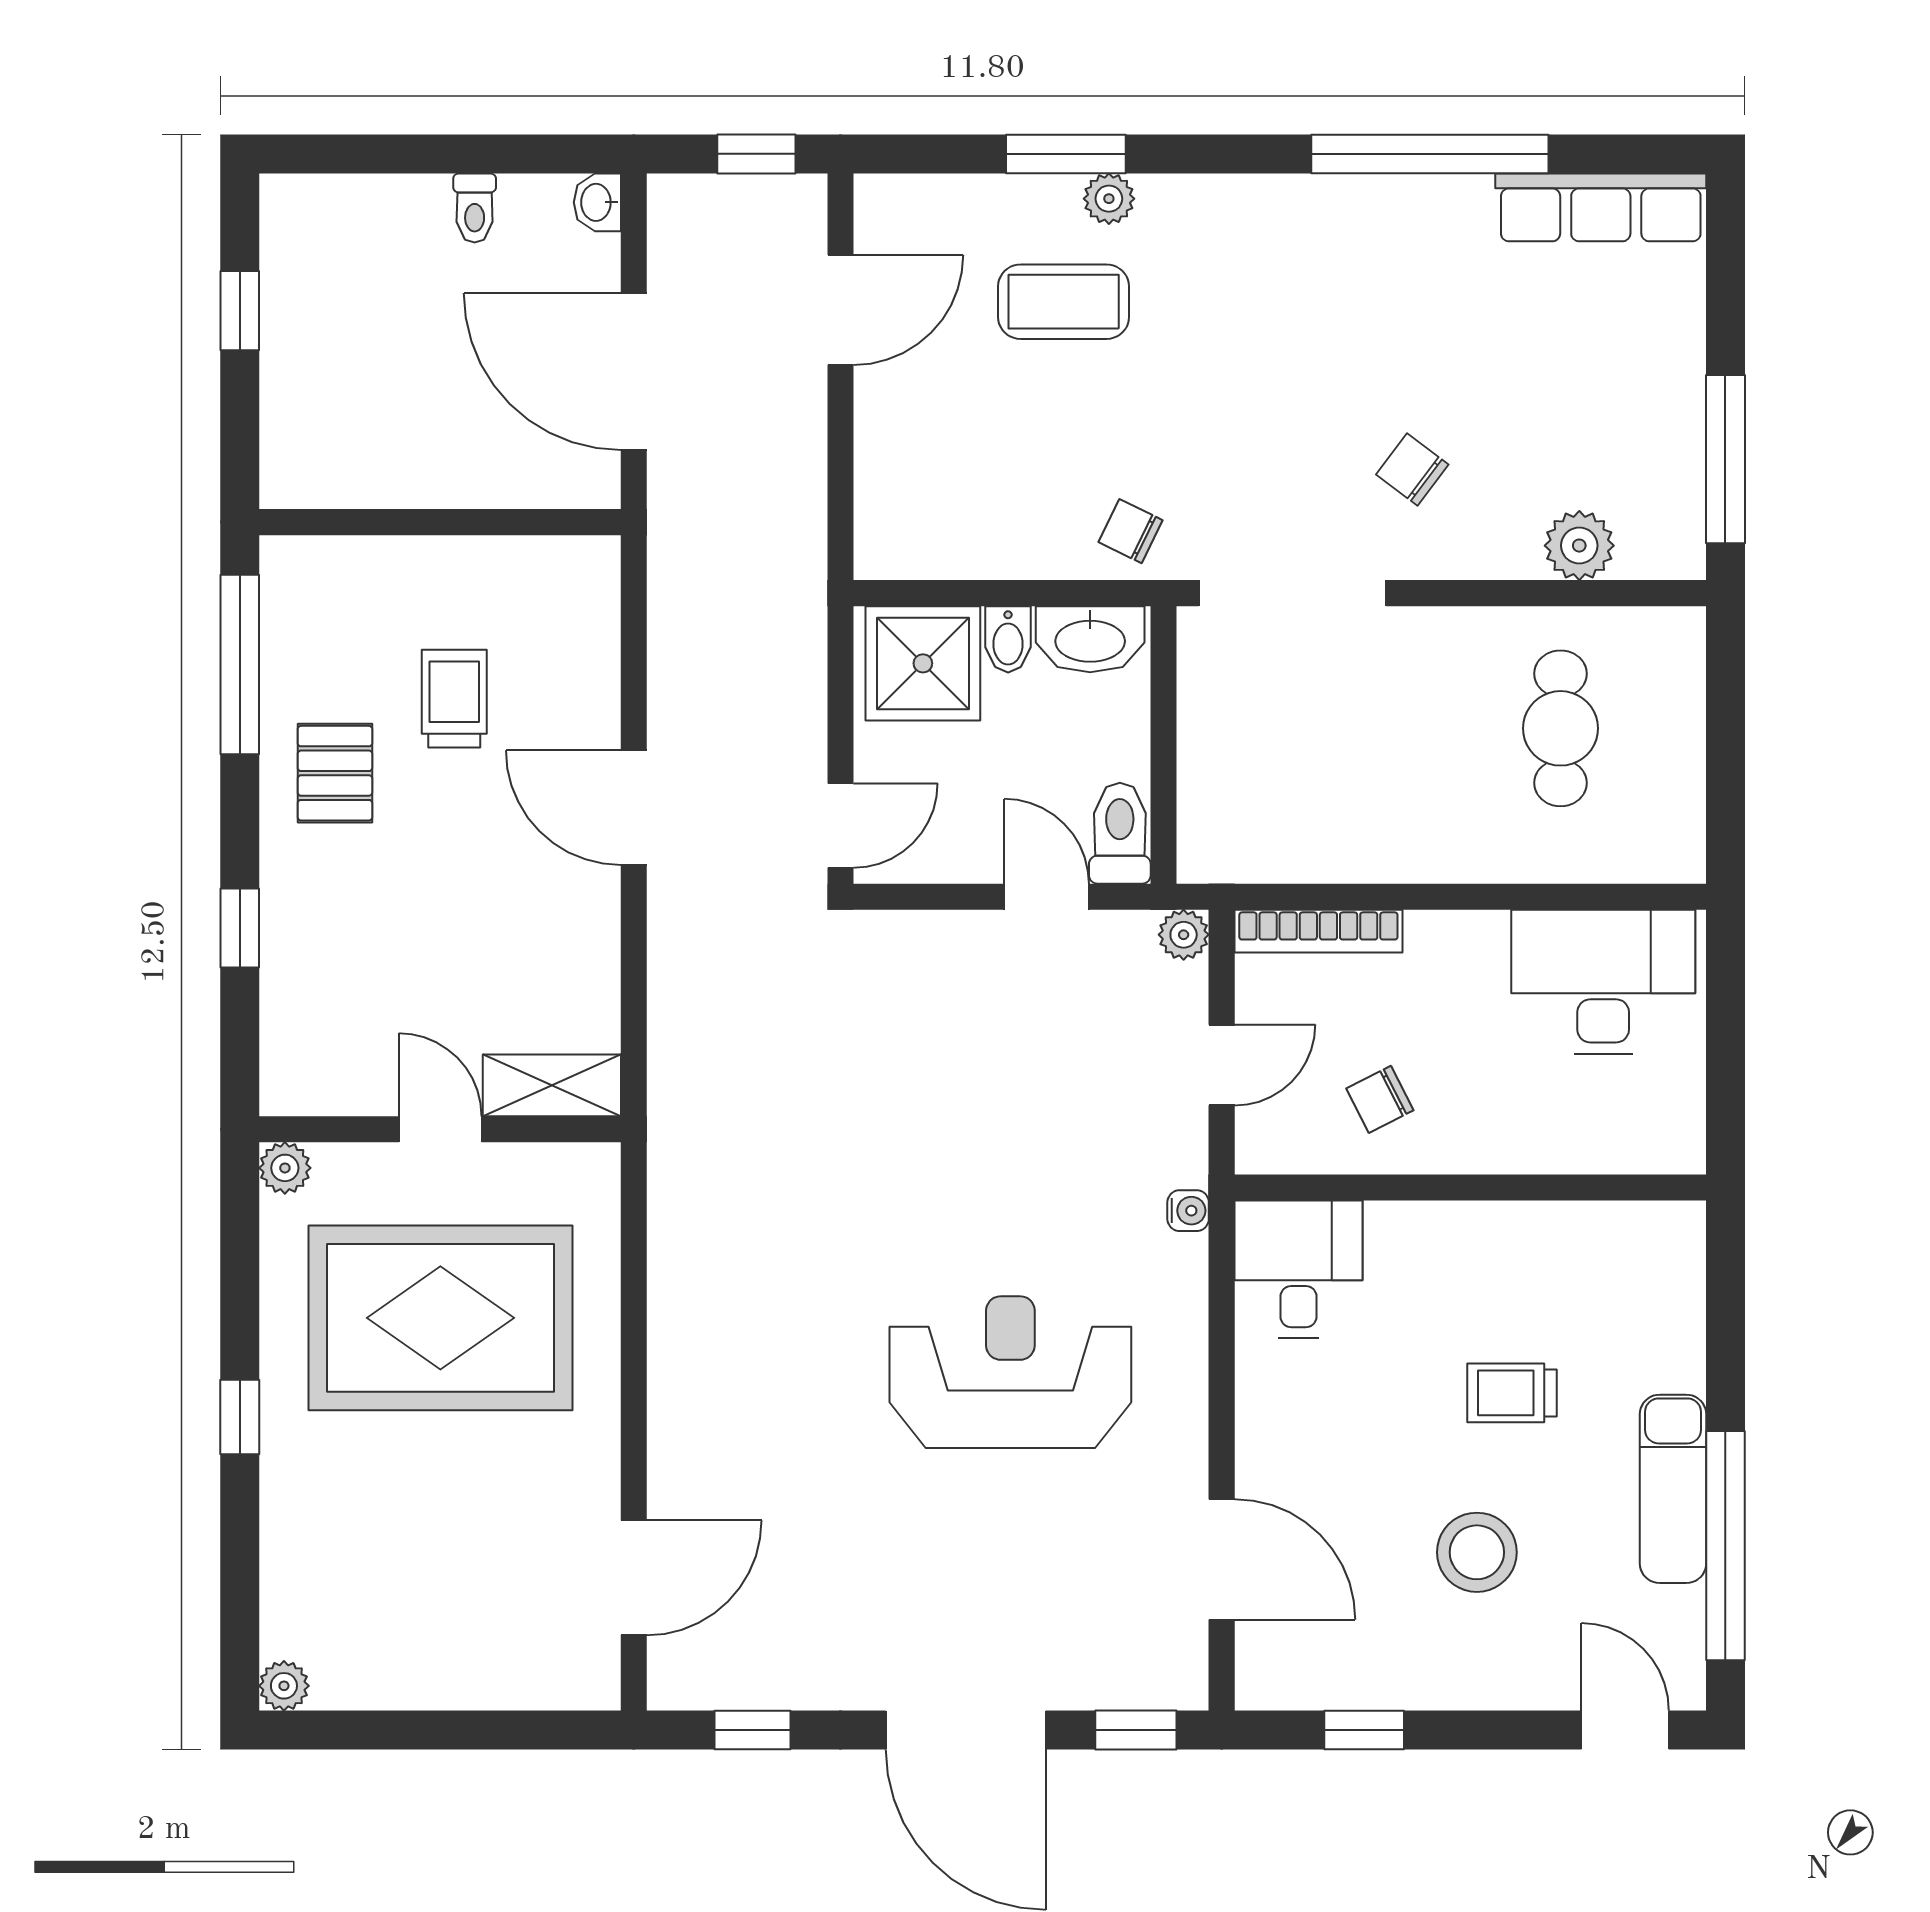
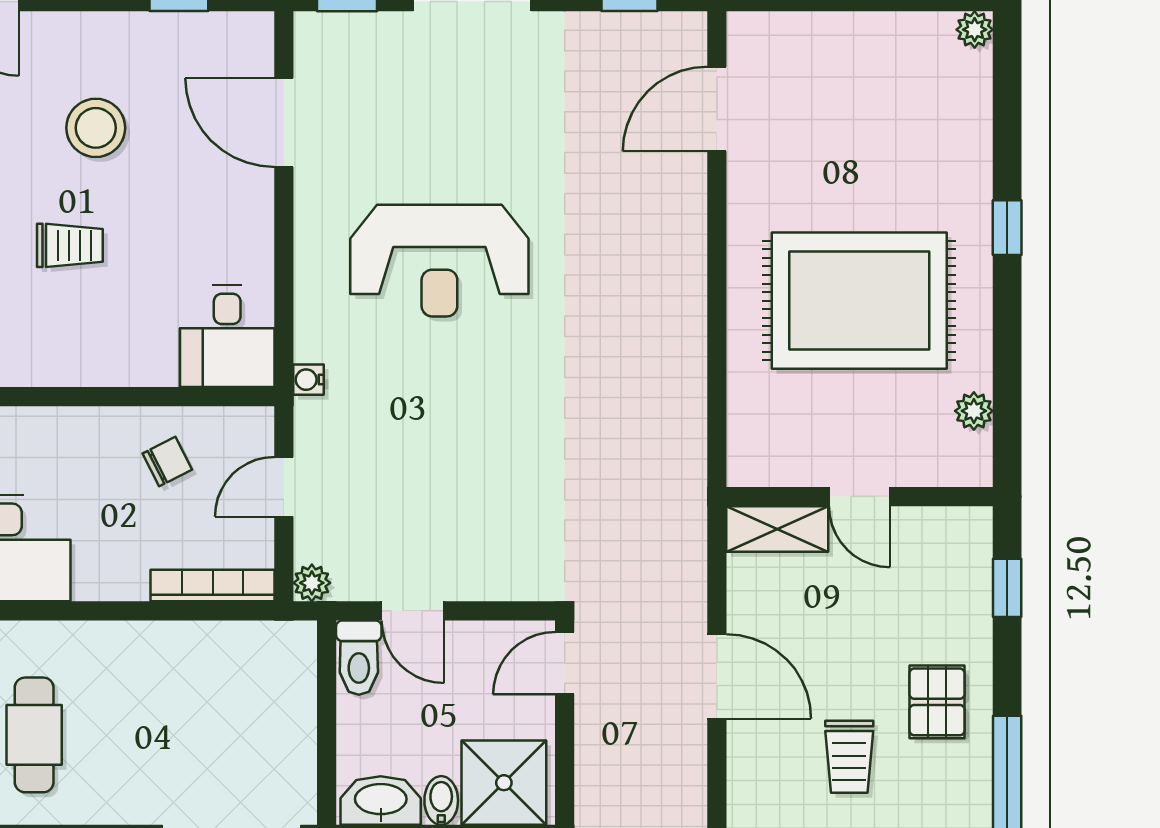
shelving: (552, 1085) -> (777, 529), moved
door: (440, 1129) -> (859, 497), moved
wall: (440, 1129) -> (860, 497), moved

